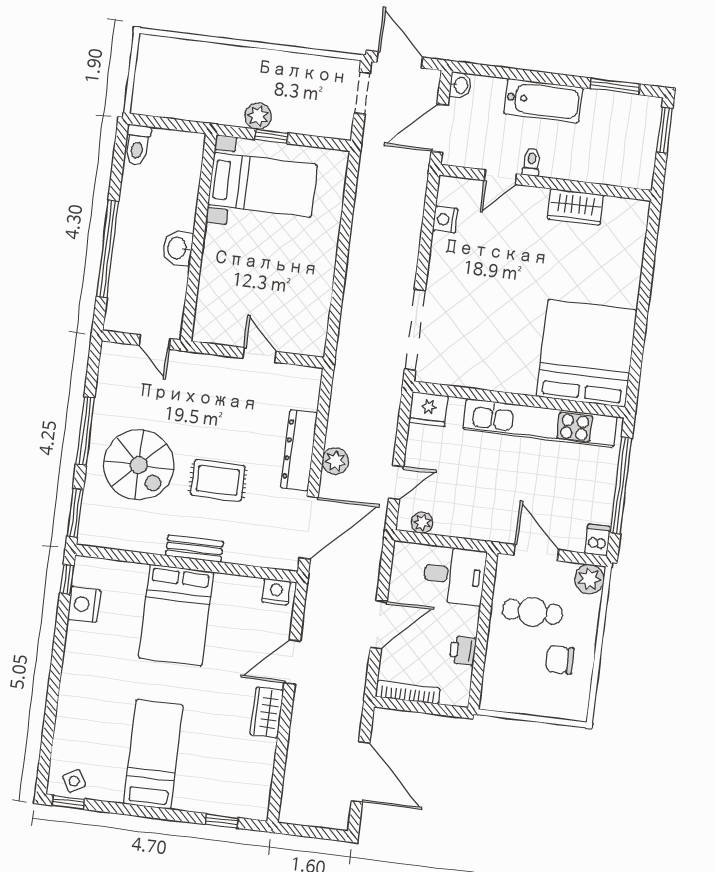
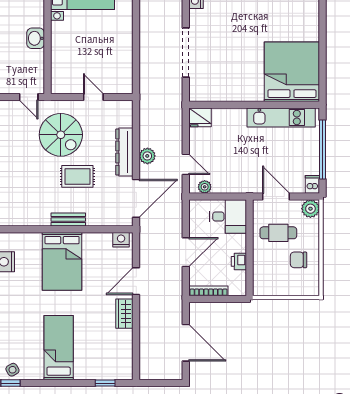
doorway: (415, 330) -> (186, 52), moved
kitchen unit: (540, 423) -> (281, 118), width x0.73
spiral stairs: (139, 465) -> (61, 135), moved
door: (396, 482) -> (186, 164), hinge flipped

